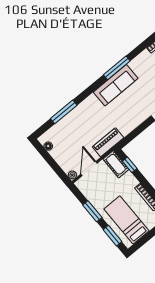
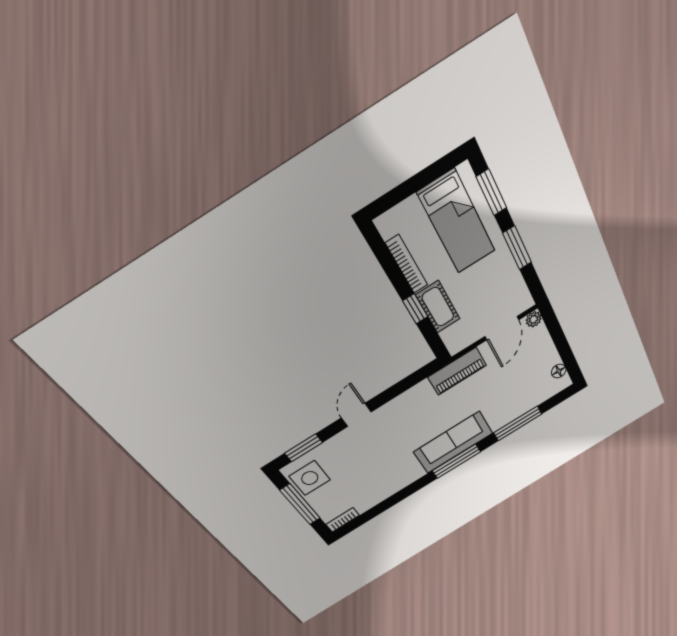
window: (117, 68) -> (456, 461), moved
sofa: (116, 85) -> (453, 442), moved
cot: (116, 164) -> (438, 307), moved
window: (130, 165) -> (415, 309), moved

